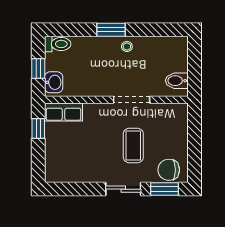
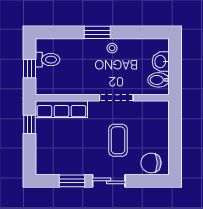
toilet: (58, 44) -> (48, 60), moved
washbasin: (54, 82) -> (161, 62), moved, turned 180
row of seats: (64, 112) -> (61, 109), width x1.48
window: (165, 189) -> (72, 181), moved

